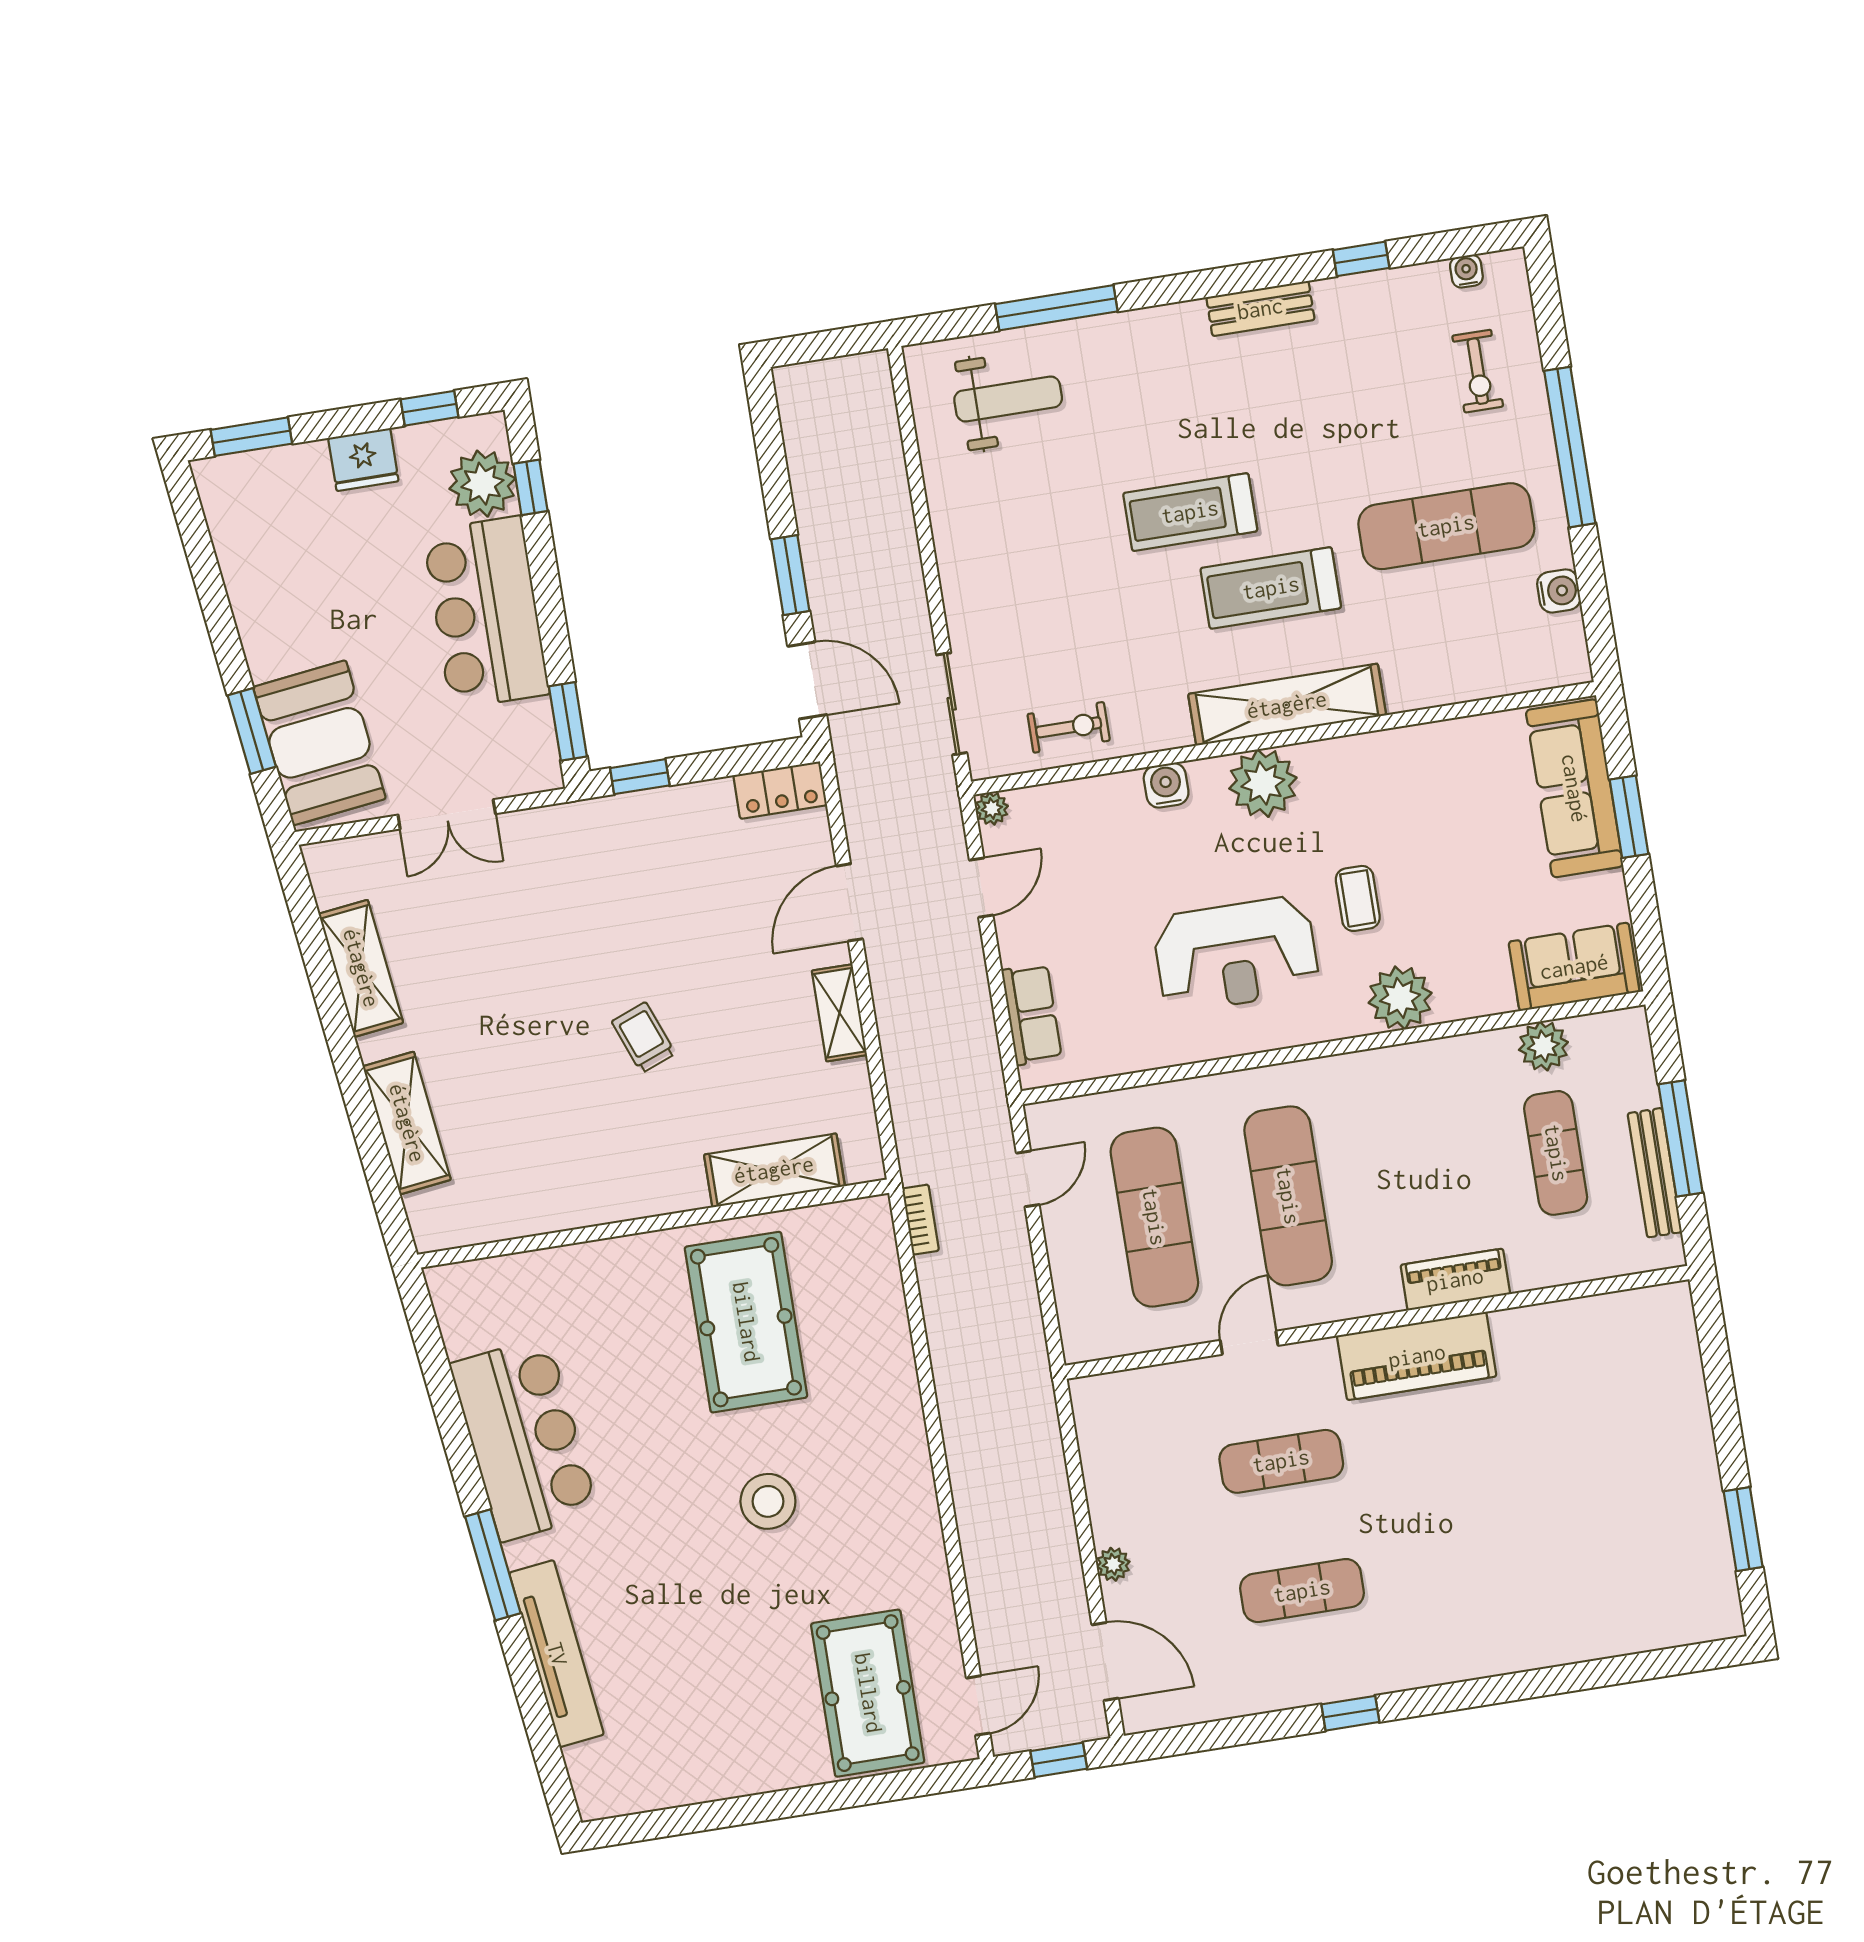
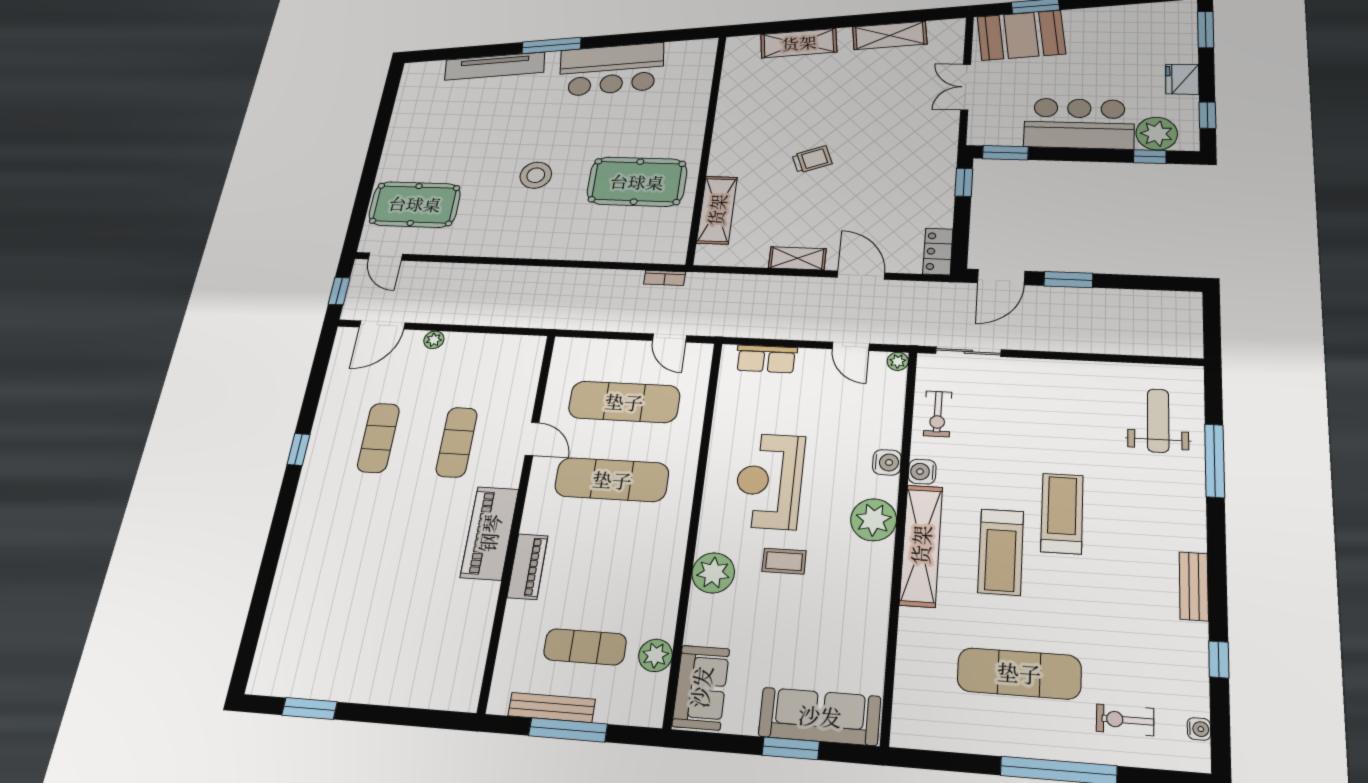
weight bench: (1008, 399) -> (1158, 421), turned 180
exercise mat: (1446, 526) -> (1019, 673), turned 90
treadmill: (1271, 588) -> (1001, 552), turned 180
water cooler: (1559, 591) -> (922, 472), moved, turned 90

